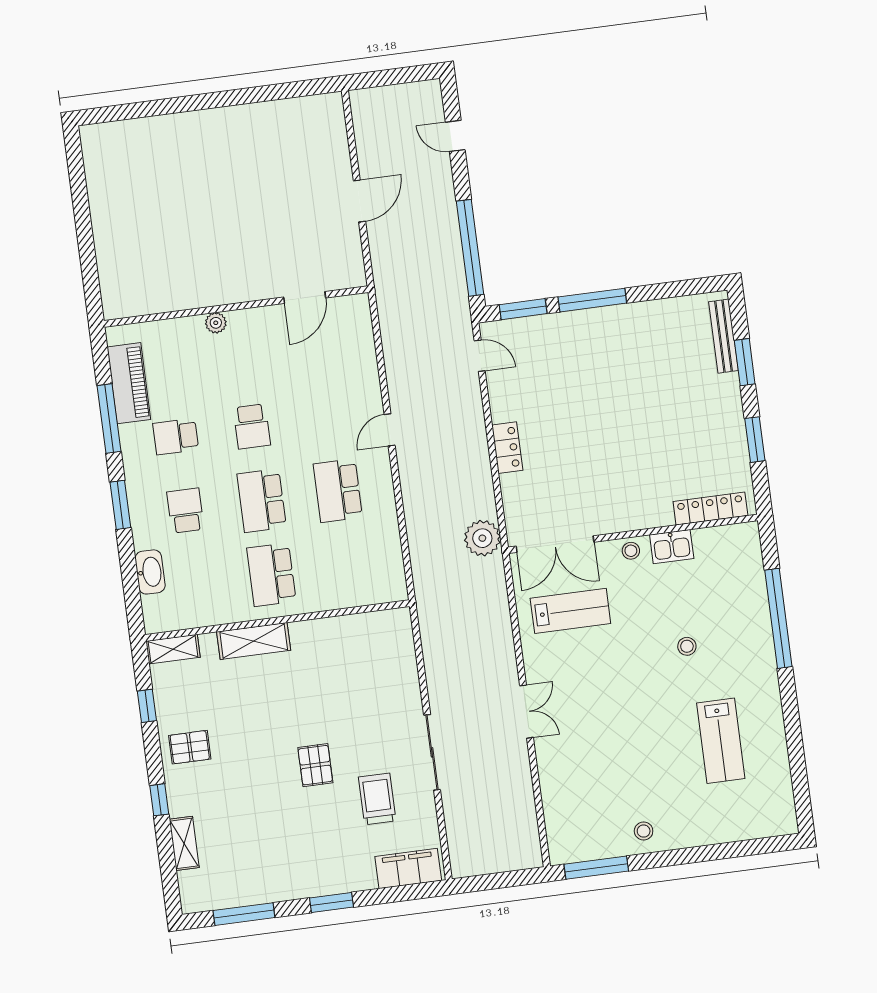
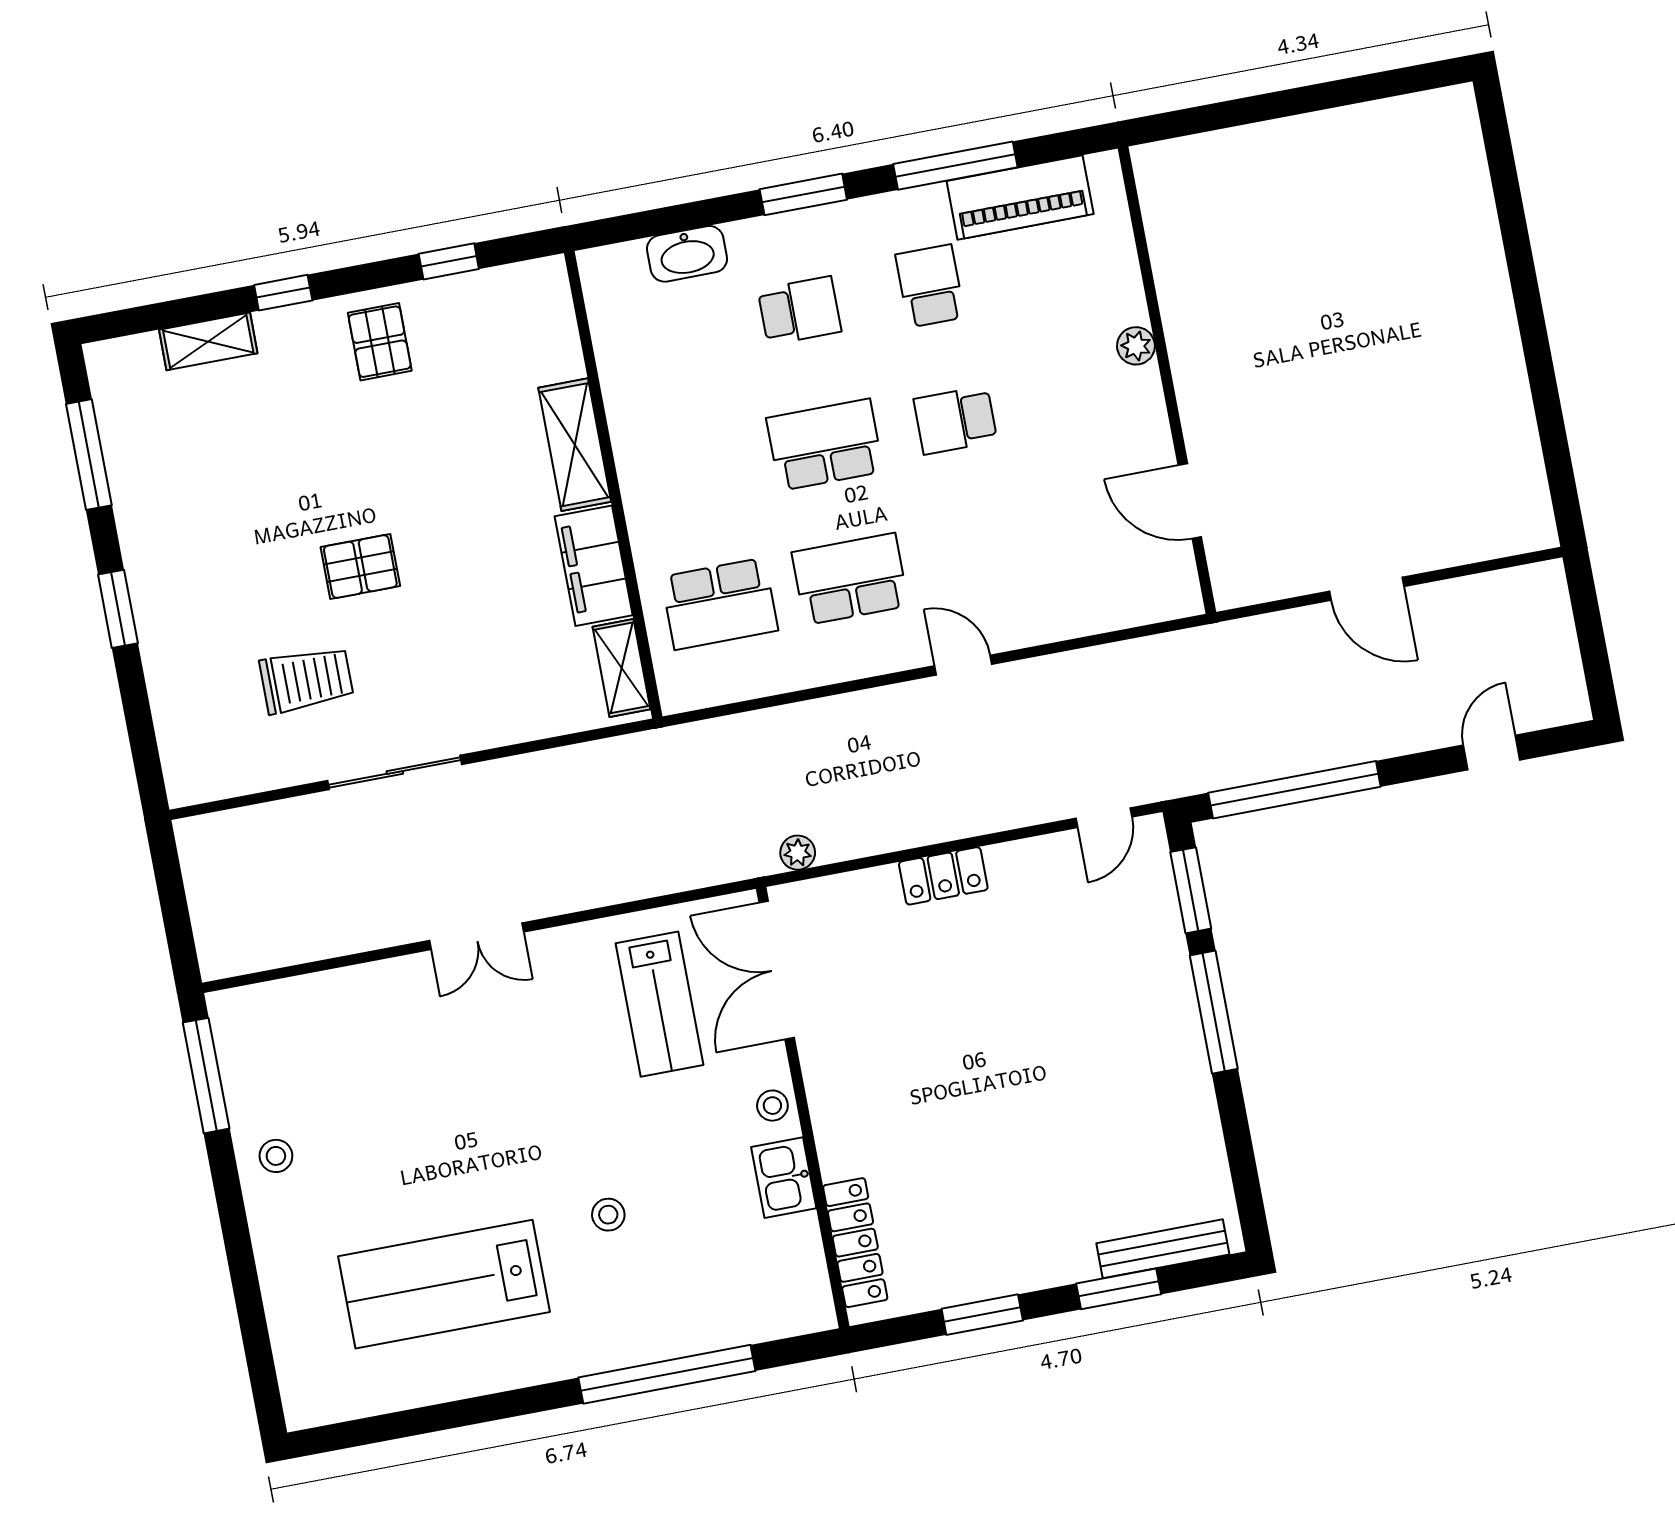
plant: (482, 538) -> (798, 853), width x0.53, depth x0.53
school desk: (271, 575) -> (720, 604), moved, turned 180
shelving: (173, 649) -> (621, 668), moved
lab bench: (721, 741) -> (444, 1284), width x1.36, depth x1.39
filing cabinet: (408, 868) -> (594, 566), moved, turned 180

